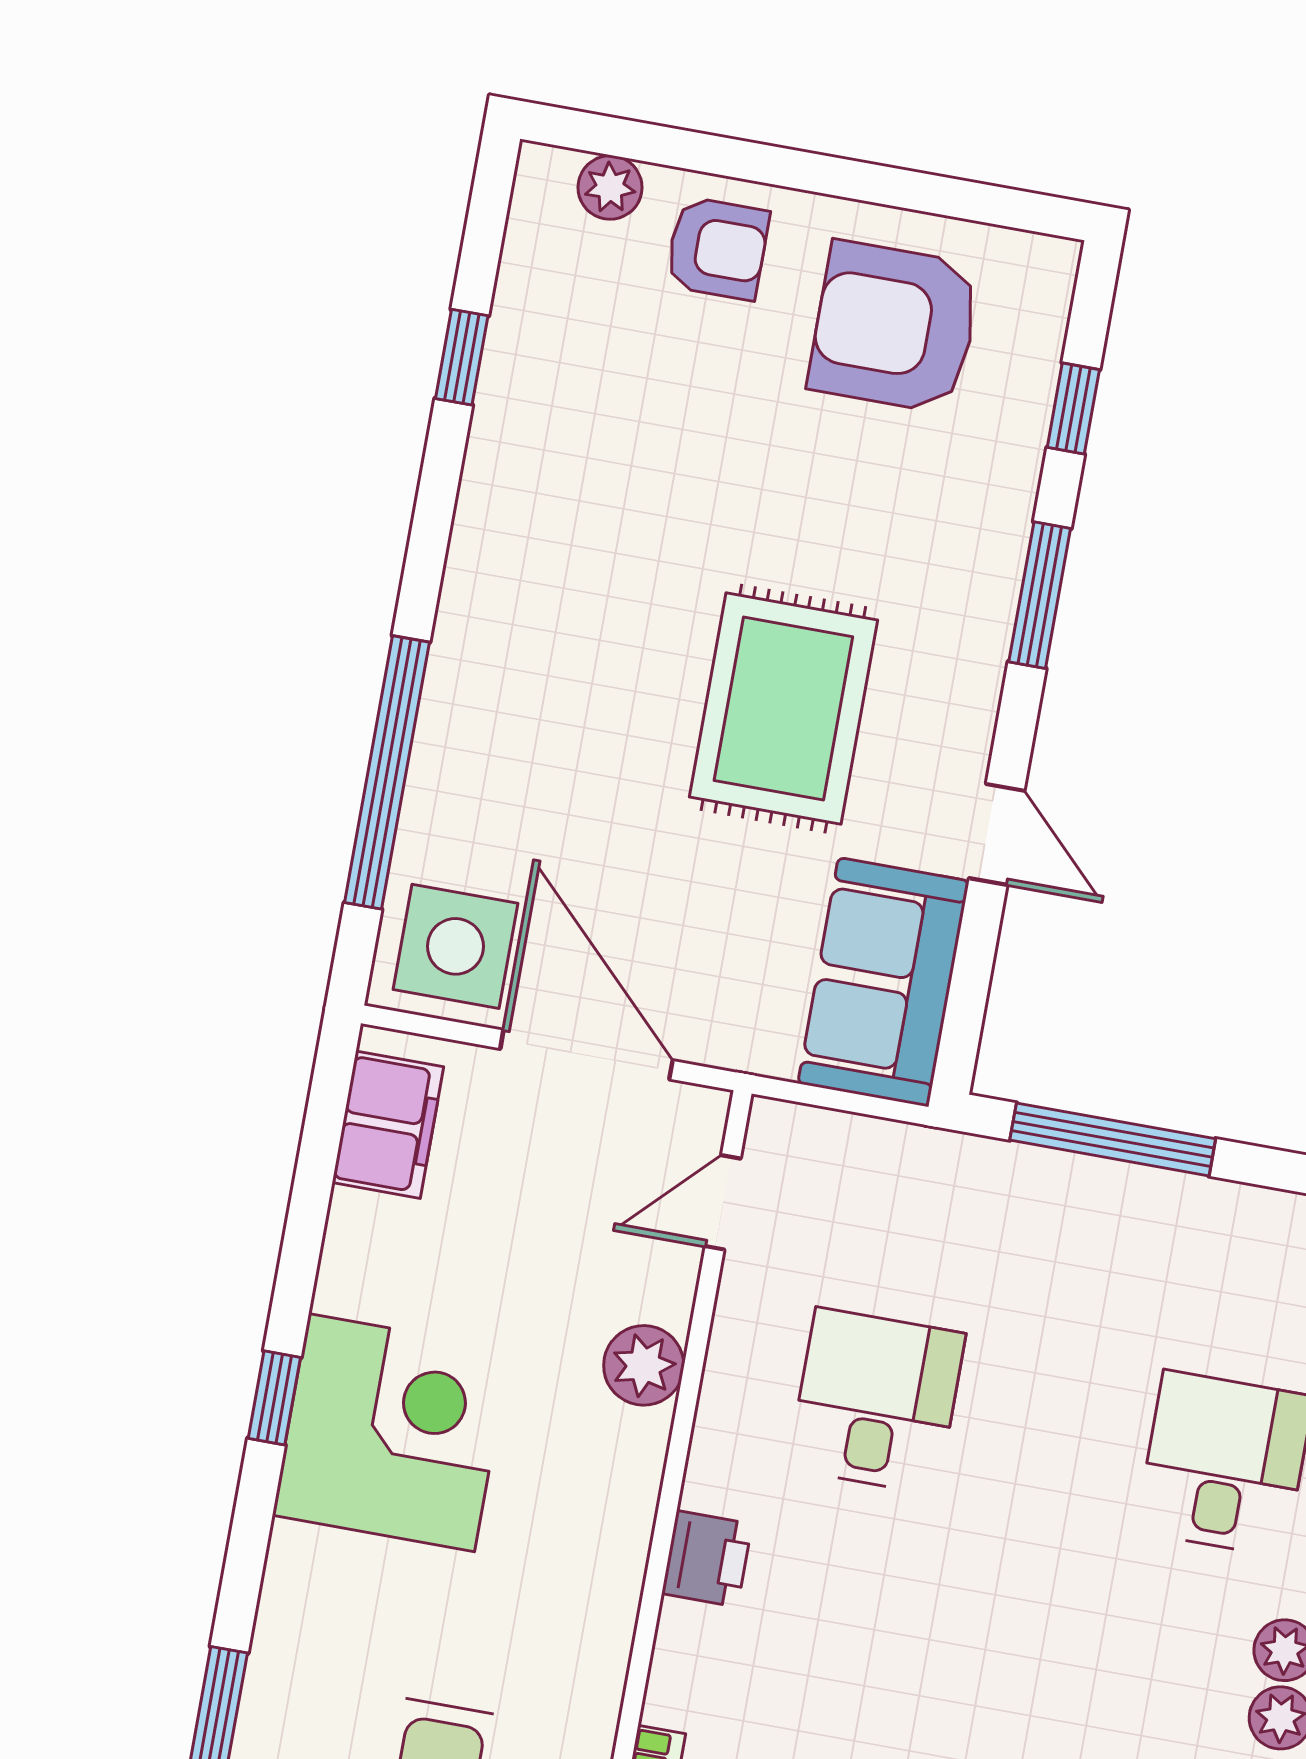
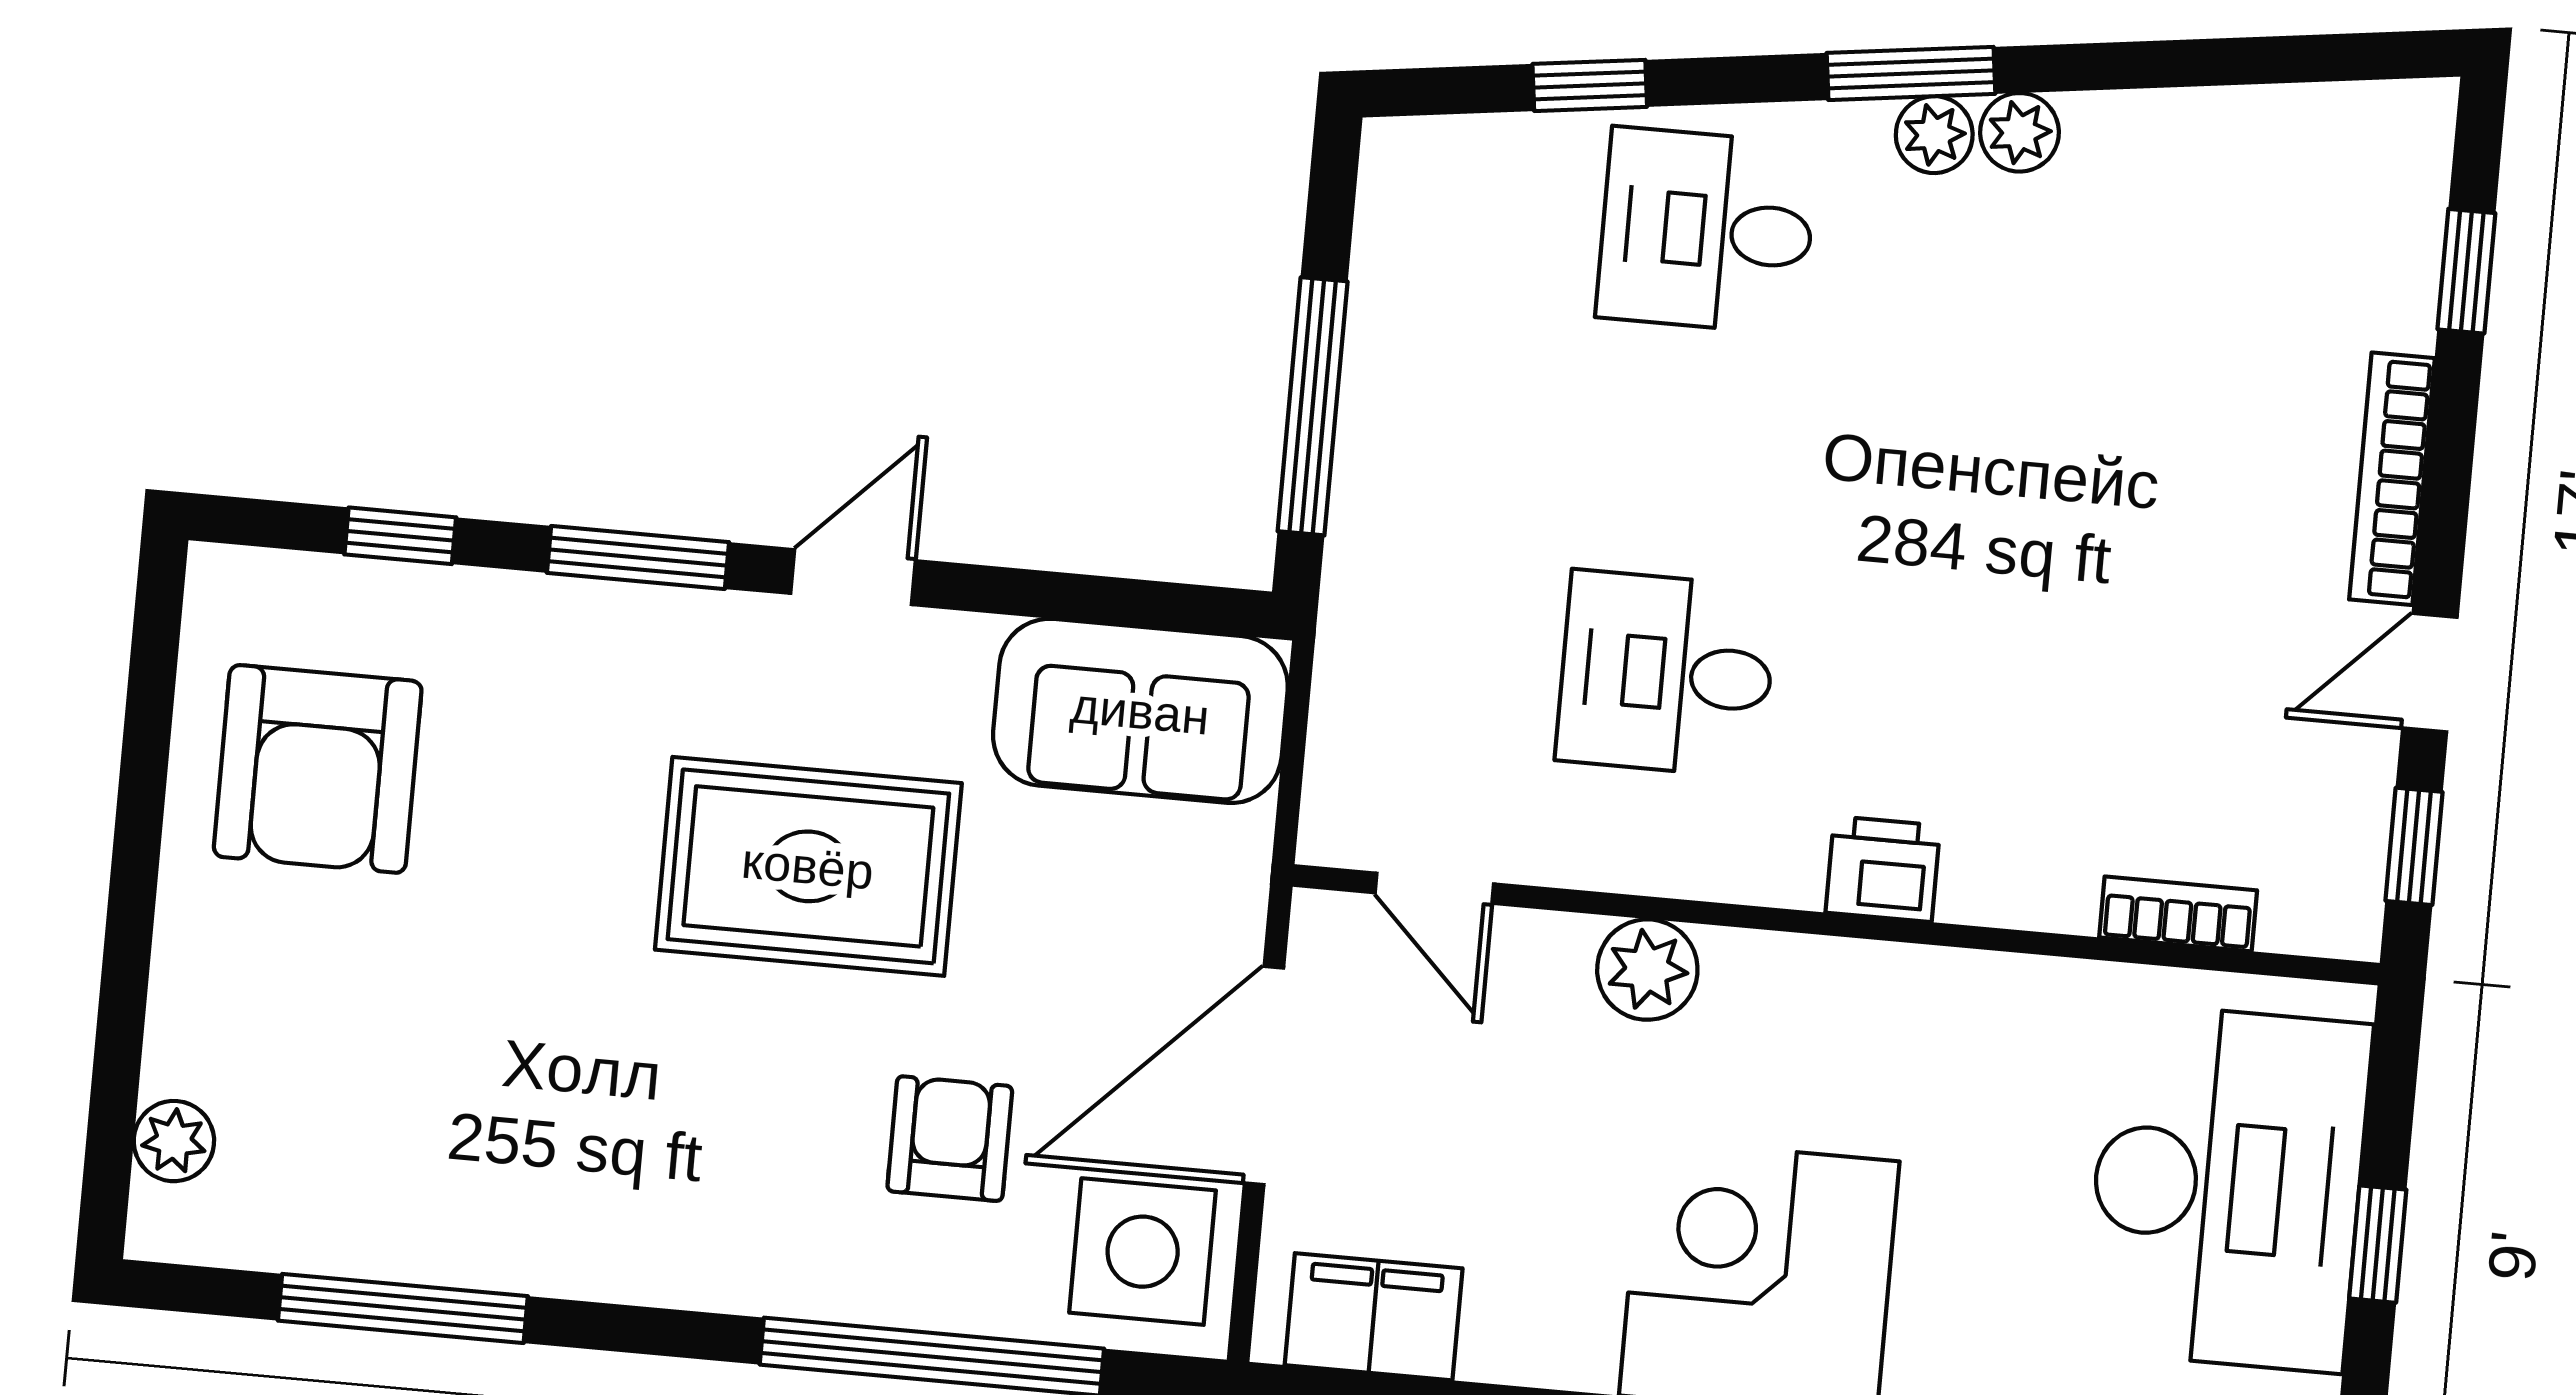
armchair: (717, 248) -> (950, 1139), moved
window: (462, 357) -> (403, 1308), width x2.17
door: (997, 834) -> (853, 577), moved

